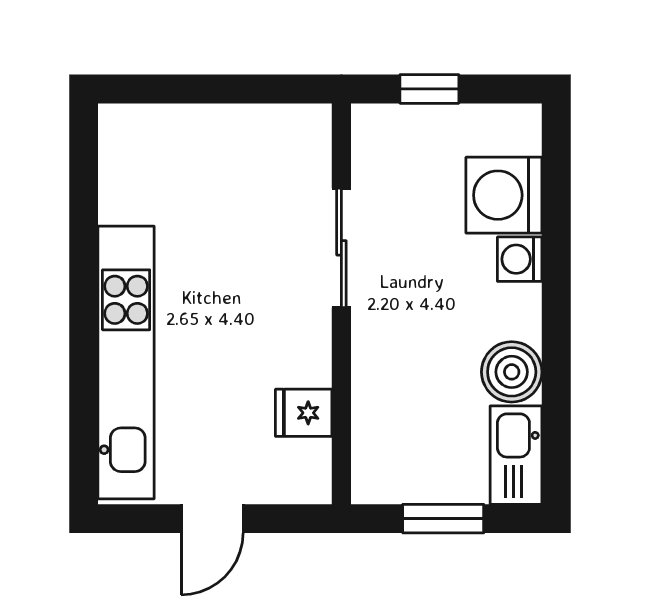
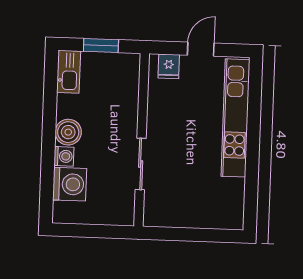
window: (429, 89) -> (100, 231), removed
boiler: (512, 372) -> (68, 132), moved
fridge: (304, 413) -> (169, 66), moved, turned 90

